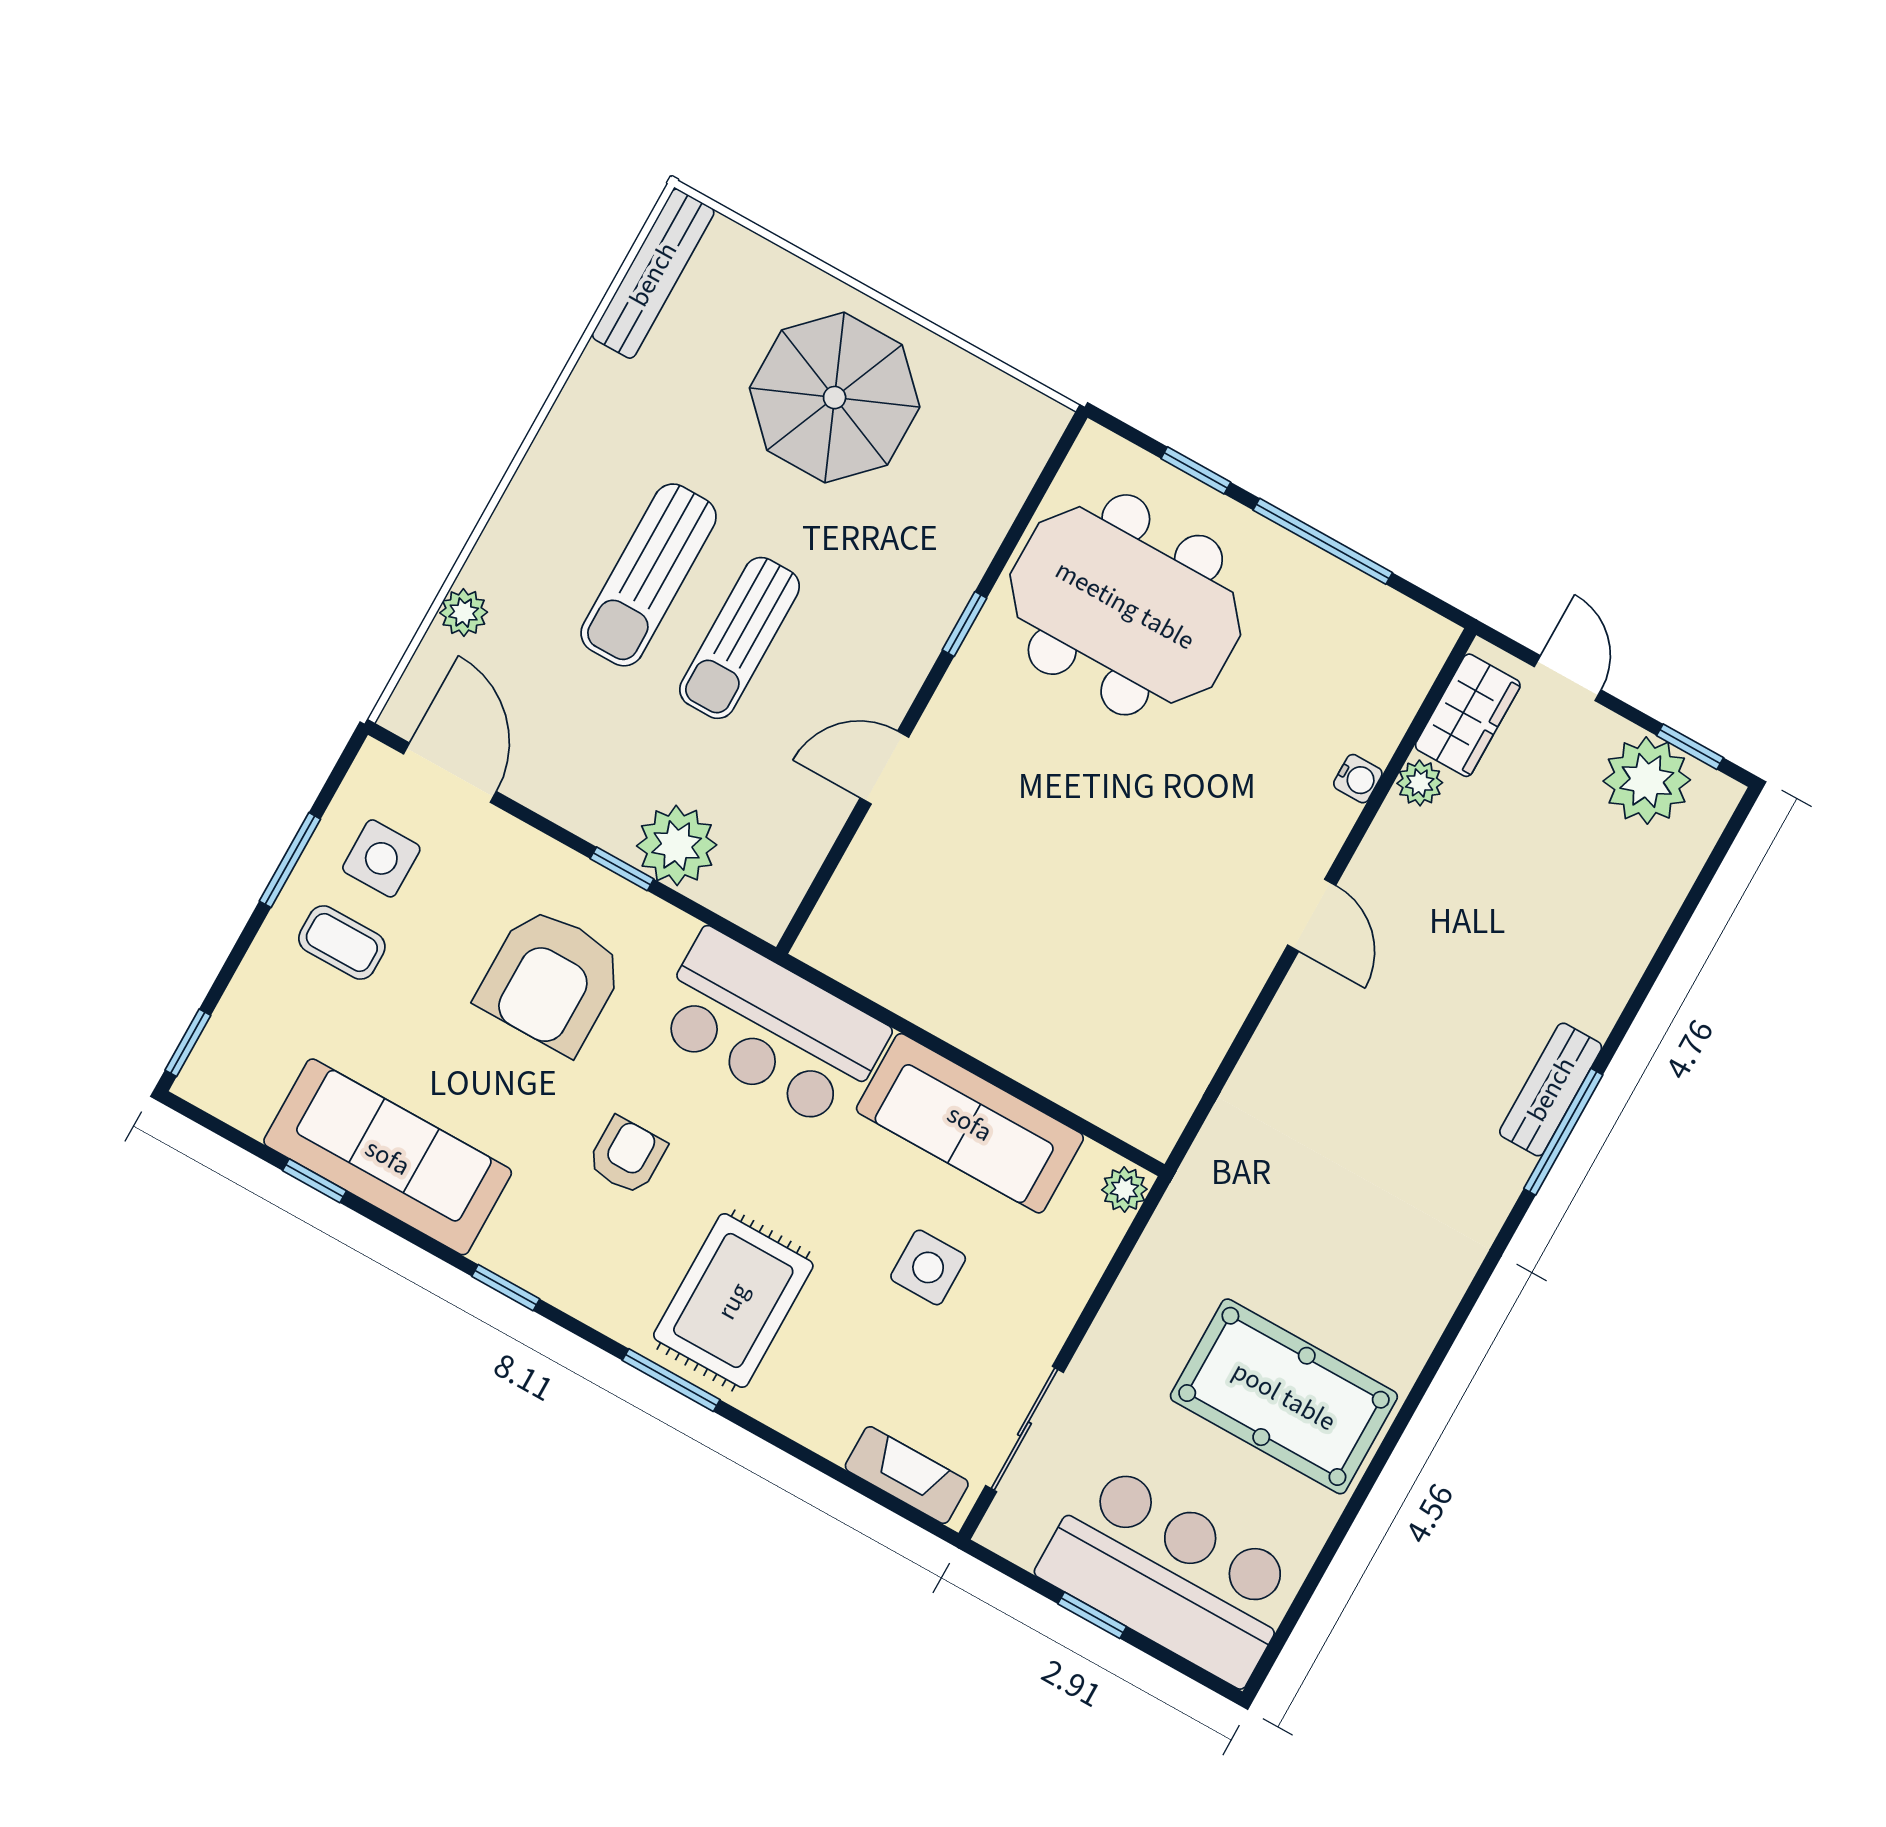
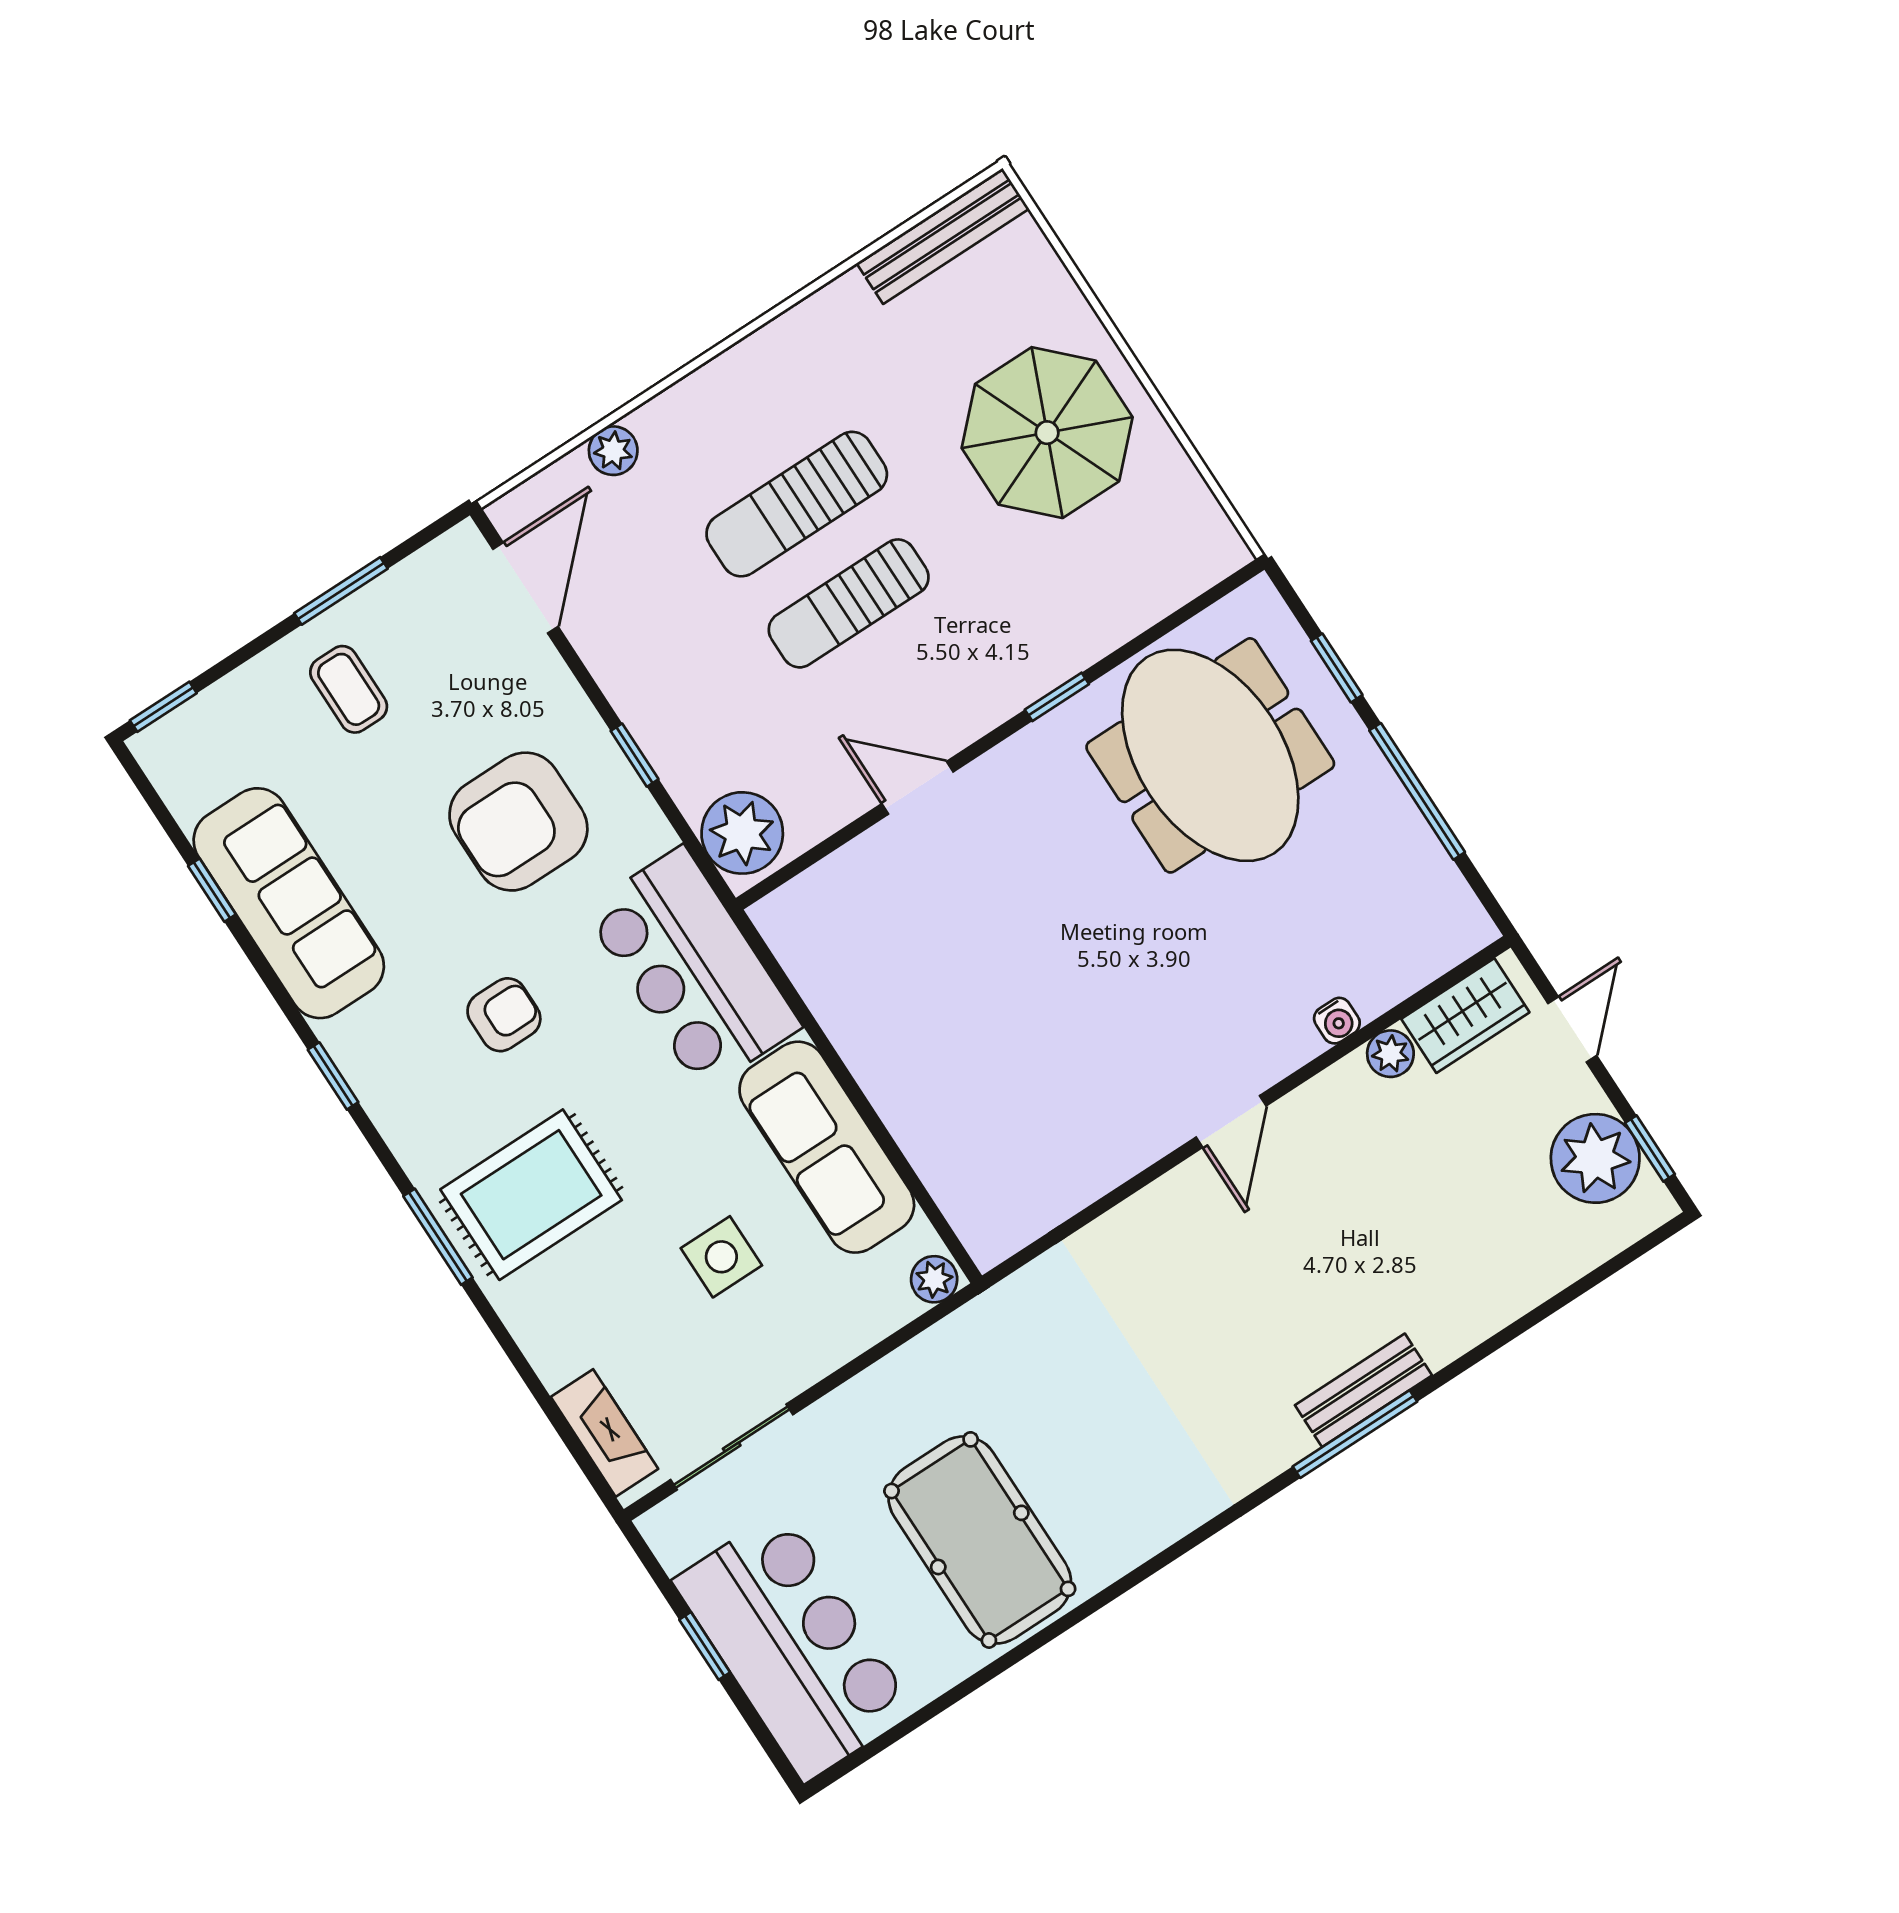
plant: (677, 845) -> (742, 833), moved
side table: (381, 858) -> (424, 632), removed

